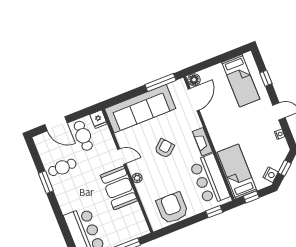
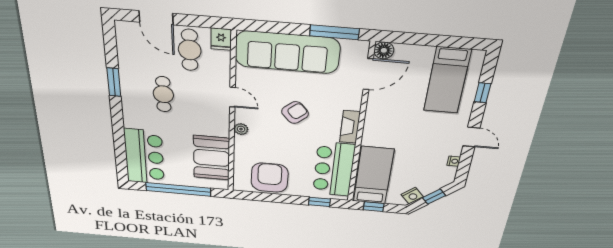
cafe table: (62, 167) -> (163, 94), moved, turned 90
booth: (119, 188) -> (212, 158), moved

